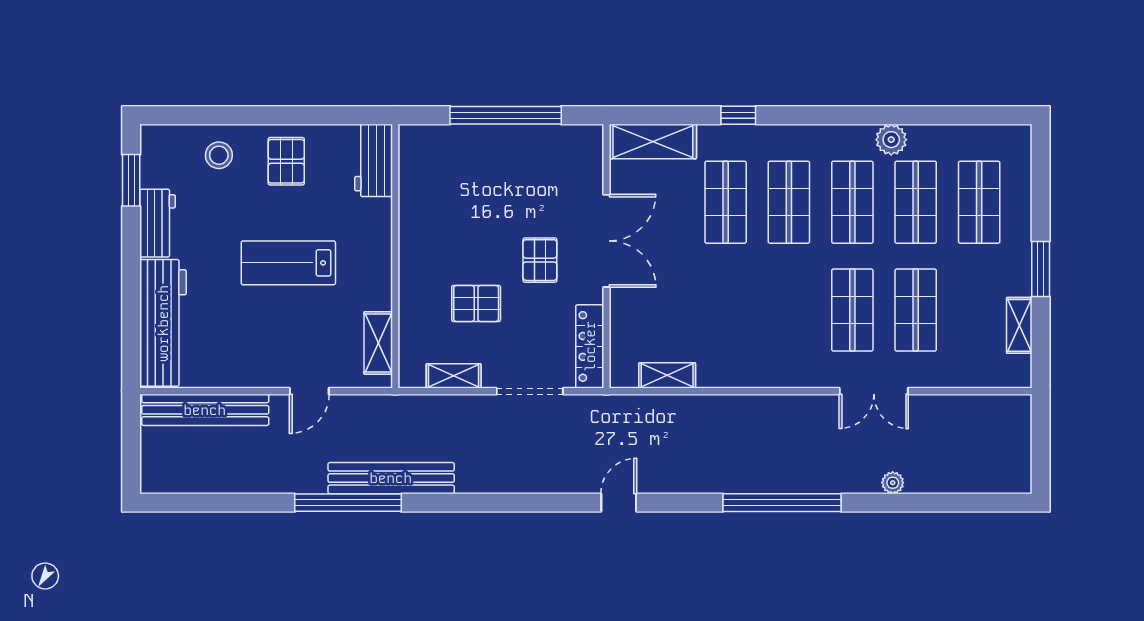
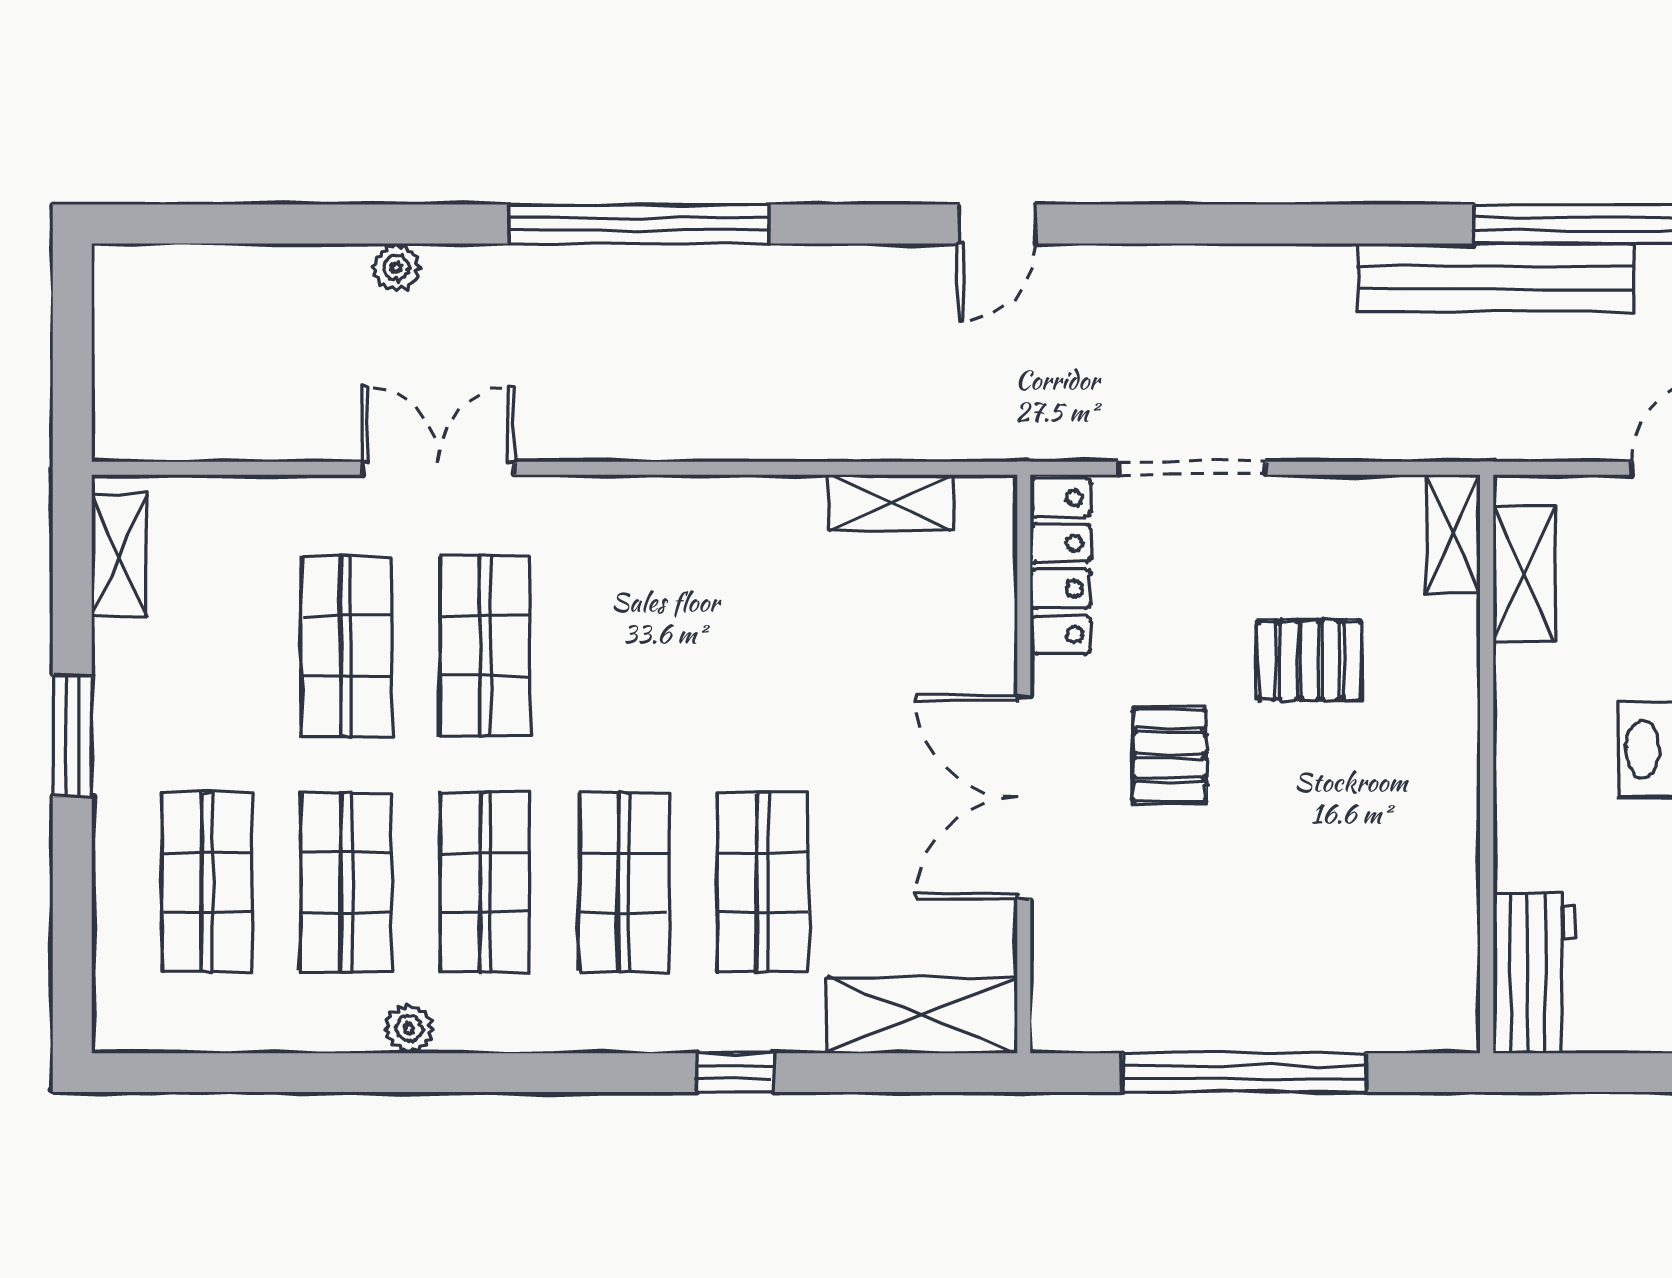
plant: (891, 140) -> (409, 1029), width x0.73, depth x0.73
shelving: (1019, 325) -> (119, 555), moved
shelving: (454, 376) -> (1453, 535), moved, turned 90

